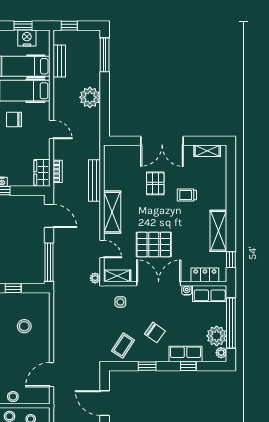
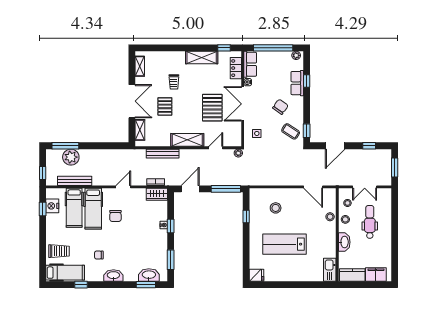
bench: (59, 61) -> (75, 181), width x1.36
plant: (90, 97) -> (71, 157), moved
pallet: (155, 183) -> (165, 106), turned 90
shelving: (117, 276) -> (140, 130), moved
plant: (217, 336) -> (283, 59), removed
window: (147, 366) -> (307, 131), moved

